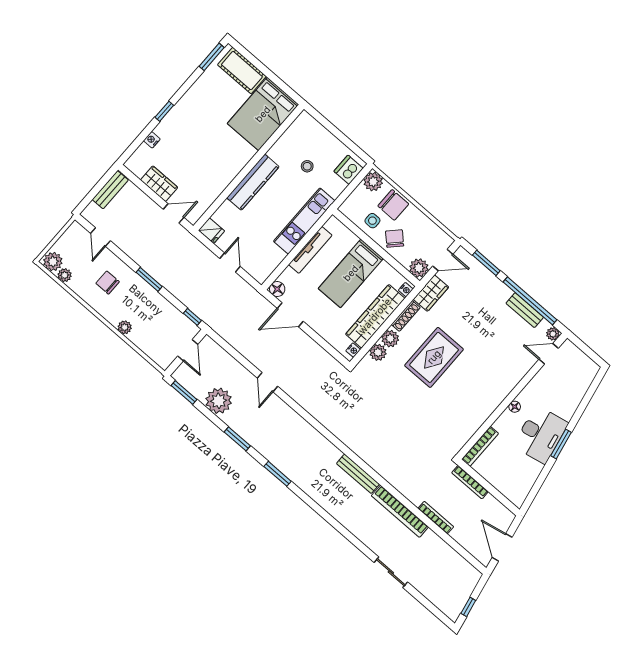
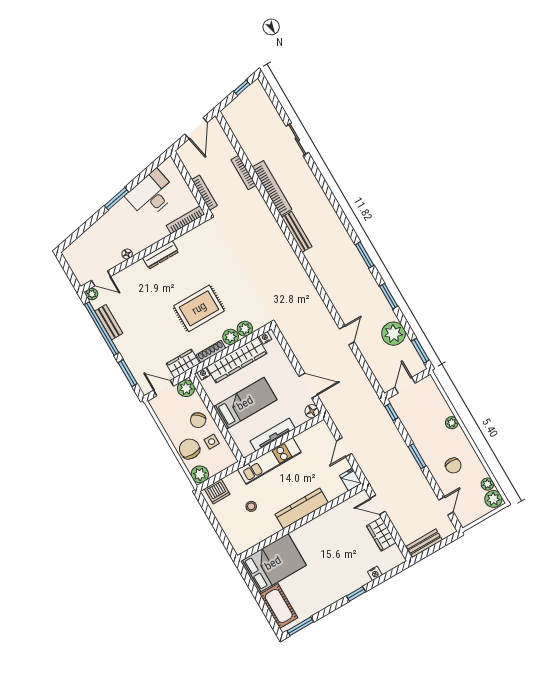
dresser: (494, 400) -> (161, 255), added
floor lamp: (515, 407) -> (127, 254), moved
desk: (541, 435) -> (151, 194), moved

